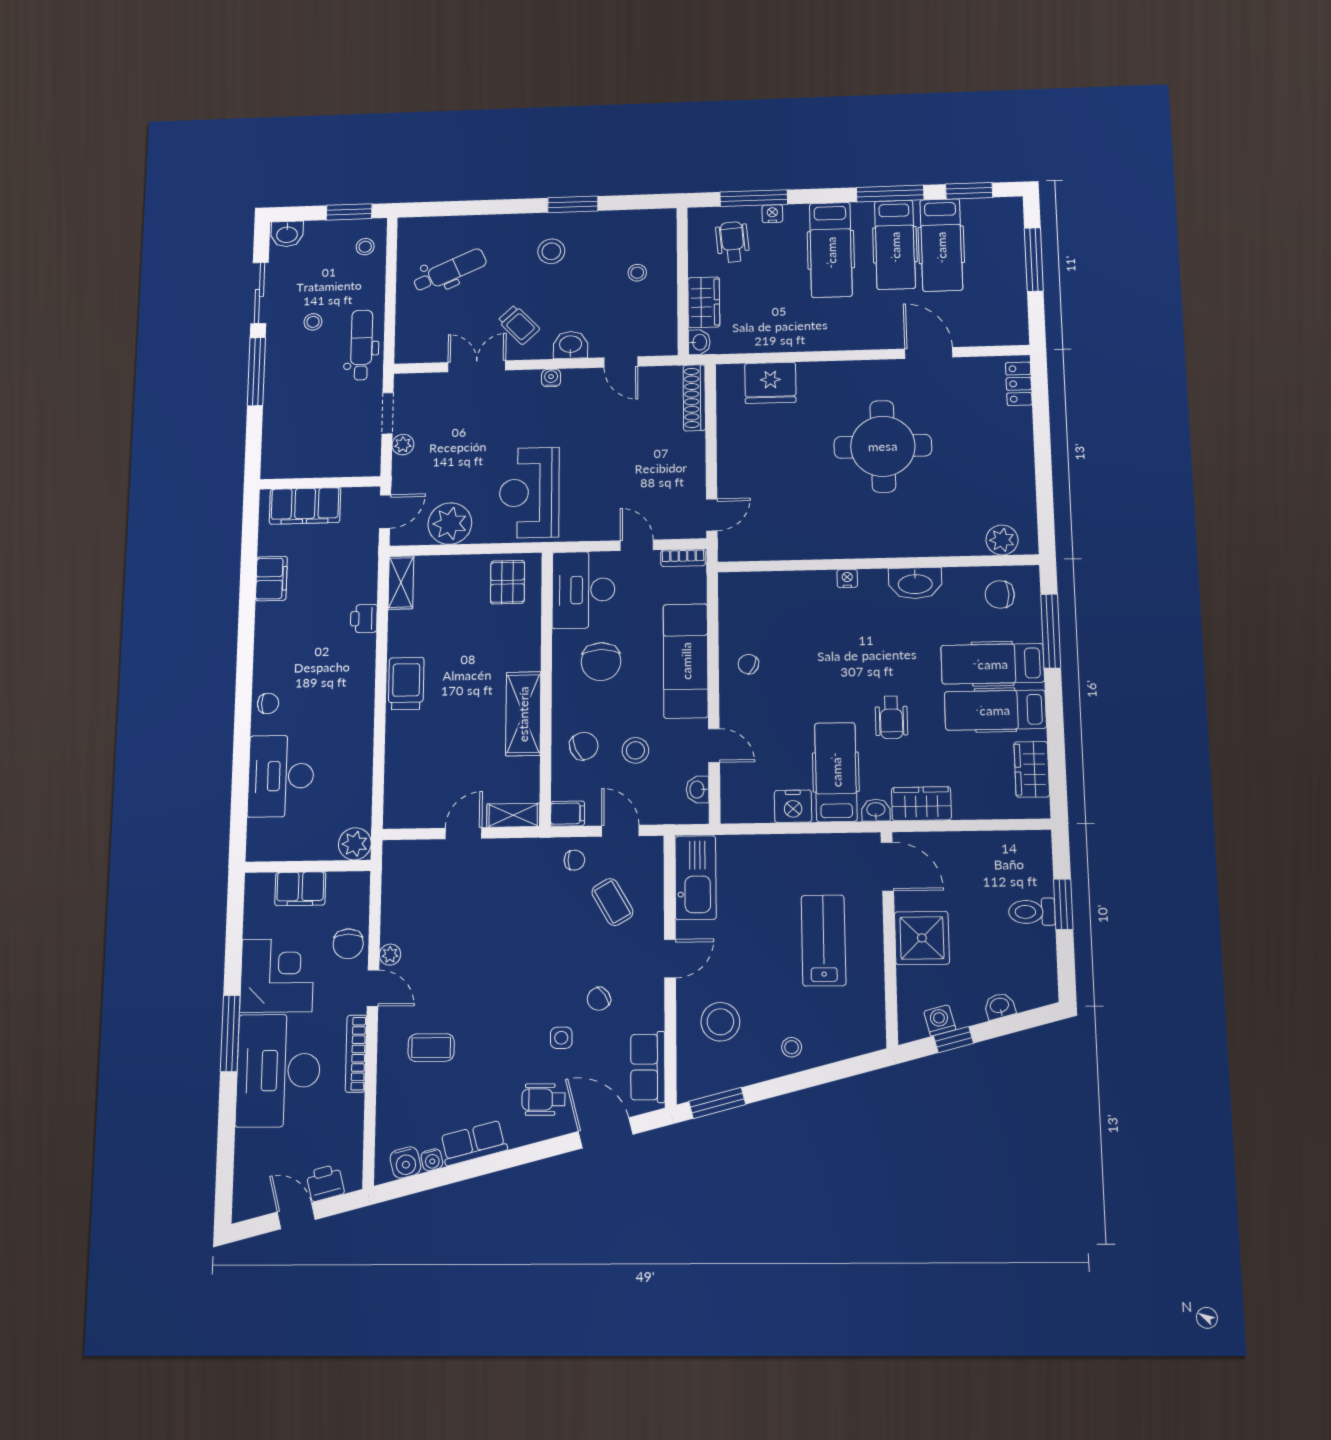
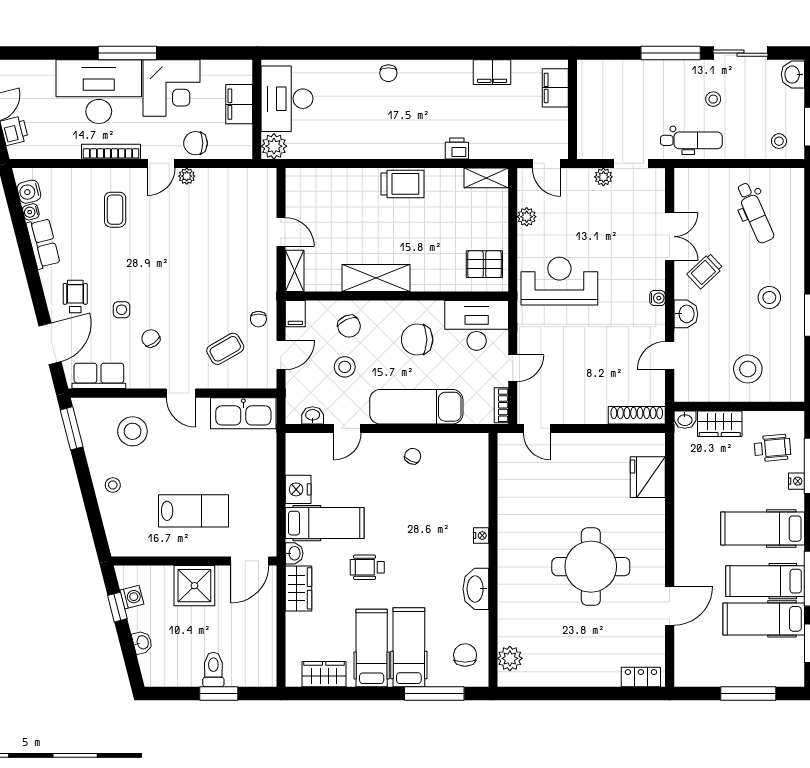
stool: (637, 273) -> (748, 369), width x1.89, depth x1.89
filing cabinet: (305, 506) -> (555, 88), width x0.67, depth x0.86
plant: (450, 524) -> (527, 217), width x0.53, depth x0.53
desk: (281, 776) -> (287, 99), moved, turned -90

